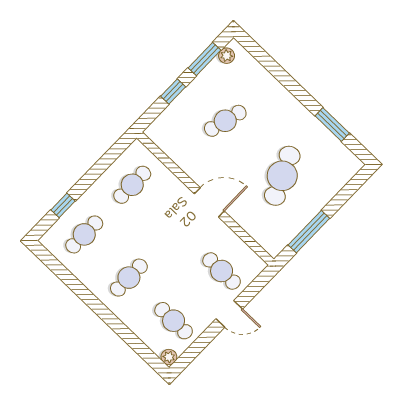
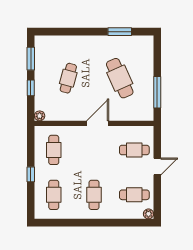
plant: (227, 56) -> (40, 116), moved
window: (63, 205) -> (31, 174), moved

